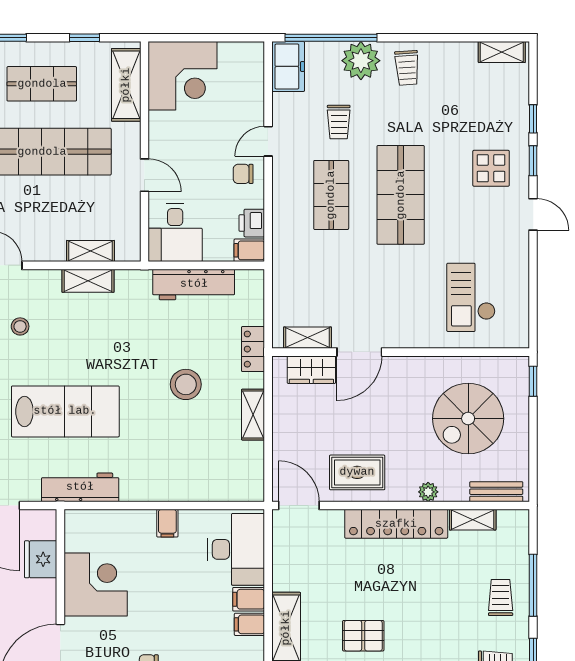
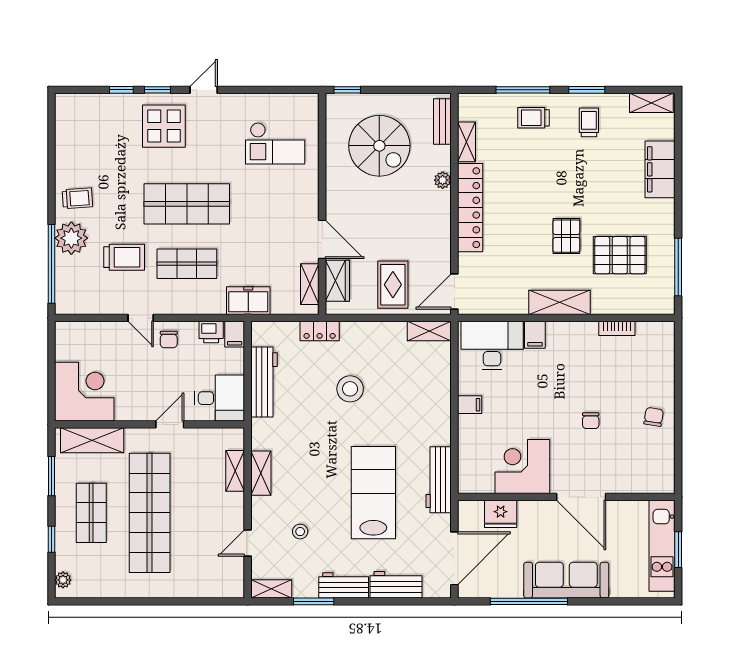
window: (85, 38) -> (52, 476), width x1.50
shelving: (502, 52) -> (64, 117), removed
freezer: (288, 66) -> (248, 301), moved
trolley: (339, 122) -> (124, 257), width x1.36, depth x1.39
display table: (491, 168) -> (164, 126), width x1.36, depth x1.36
shelving: (253, 415) -> (429, 331), moved
rug: (357, 472) -> (393, 285), moved
filing cabinet: (249, 624) -> (557, 334), removed

